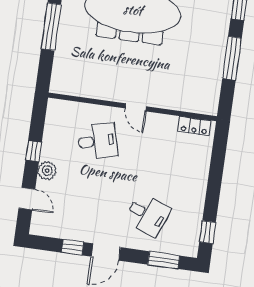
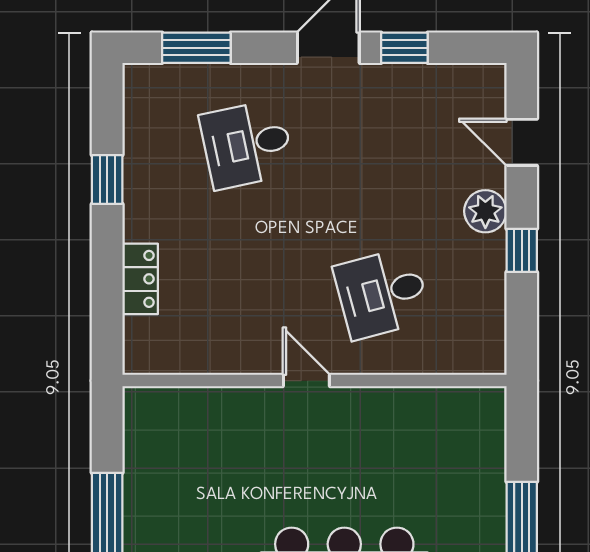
locker: (194, 126) -> (140, 279), moved, turned 90
desk: (148, 215) -> (247, 144), turned -33
window: (208, 232) -> (107, 180), moved

